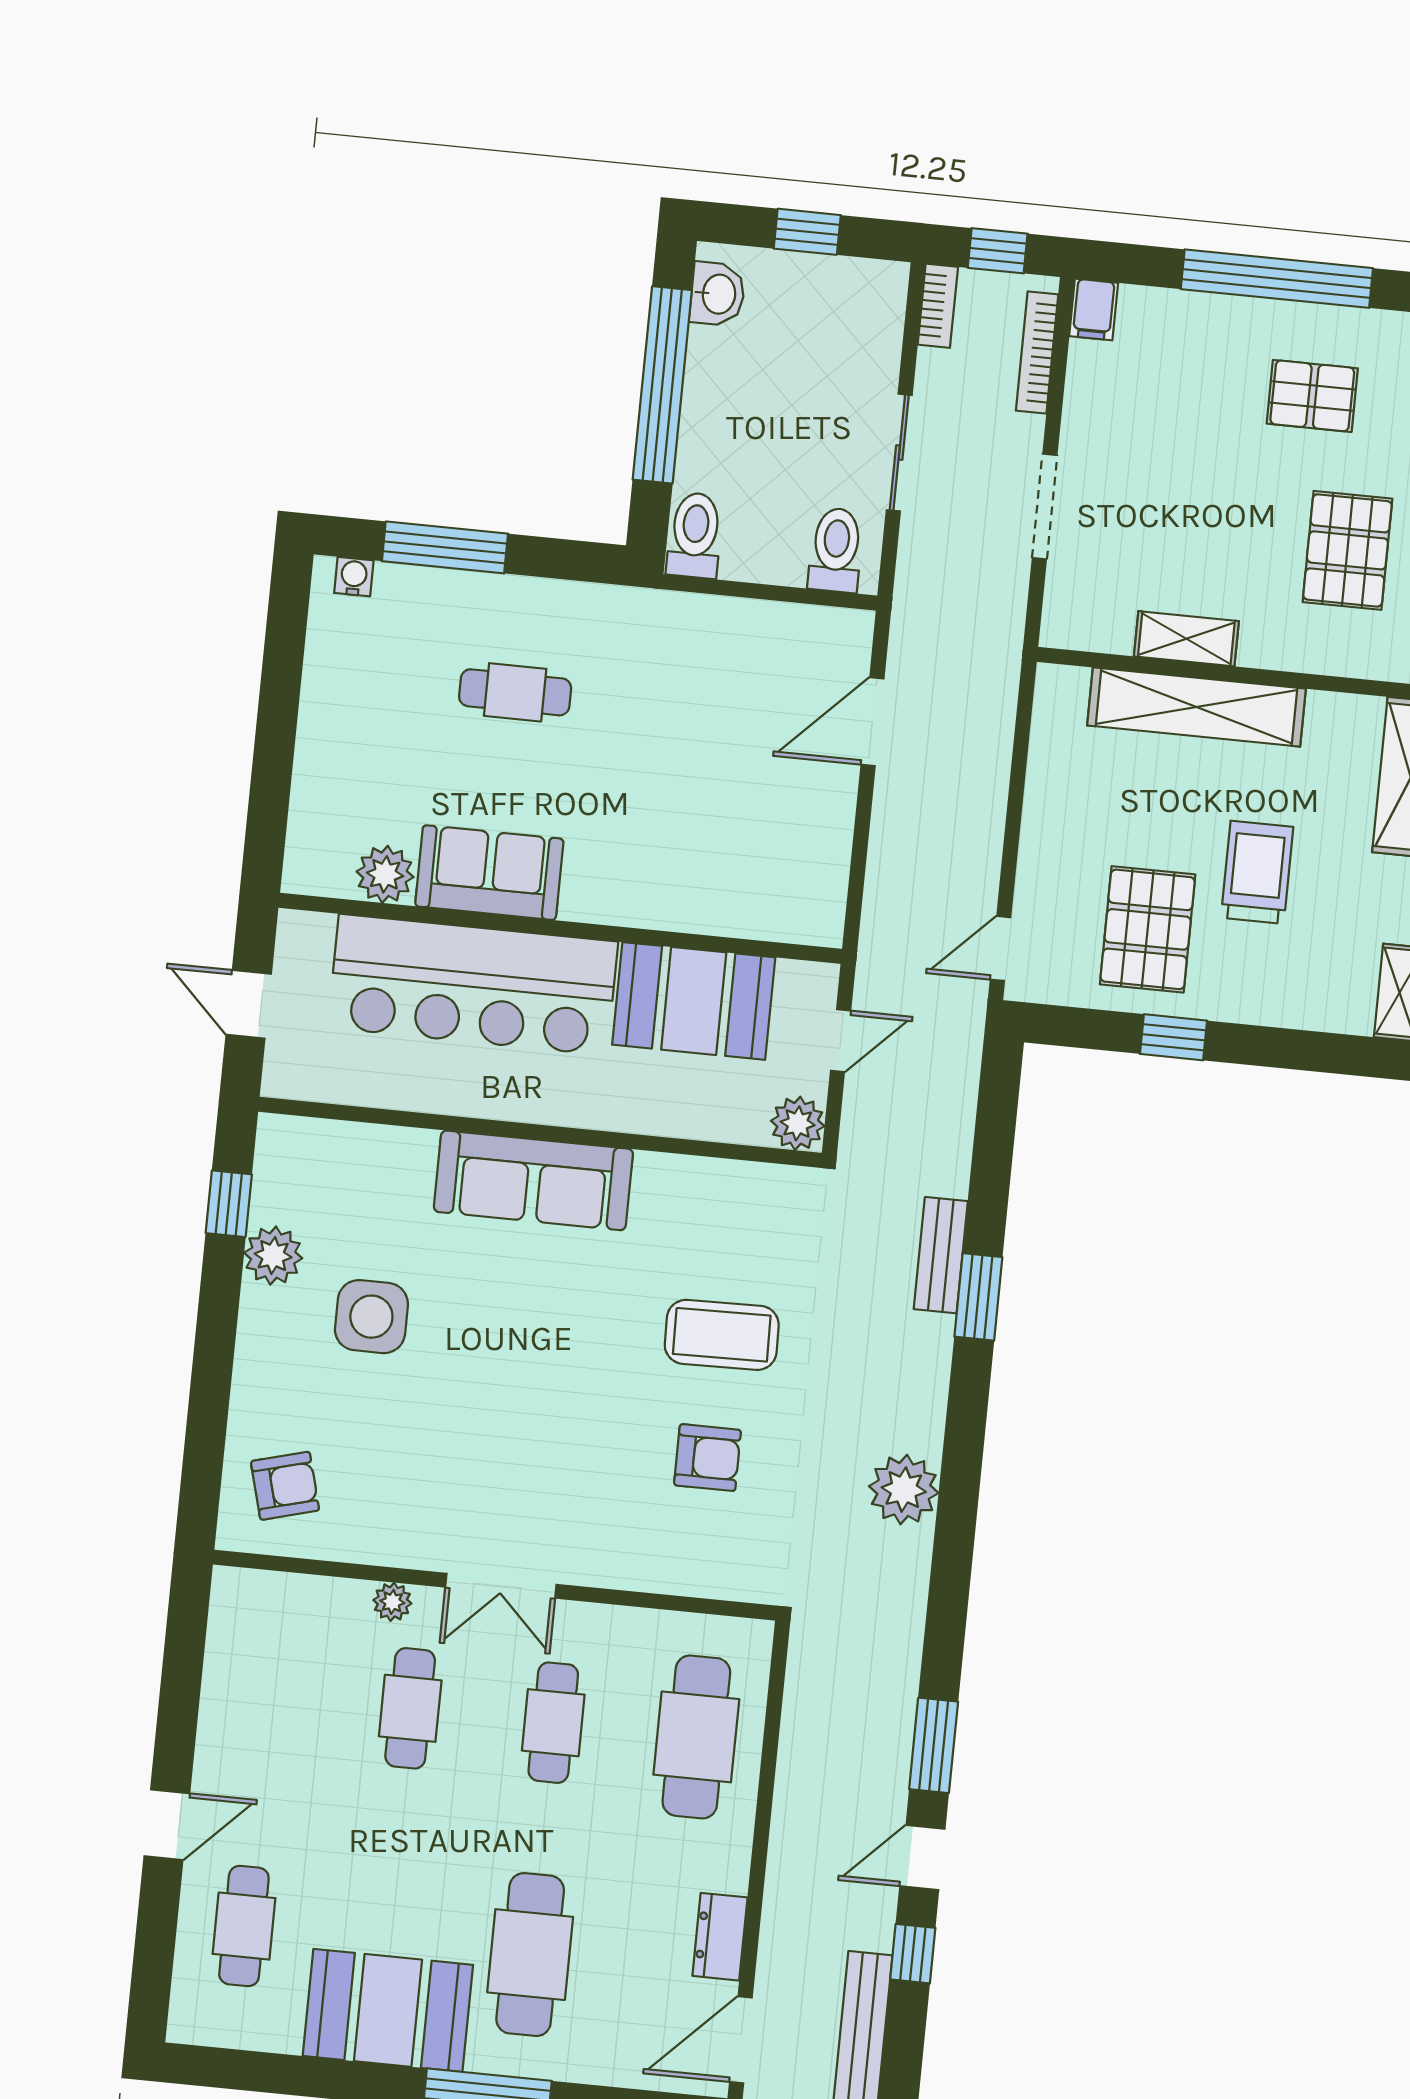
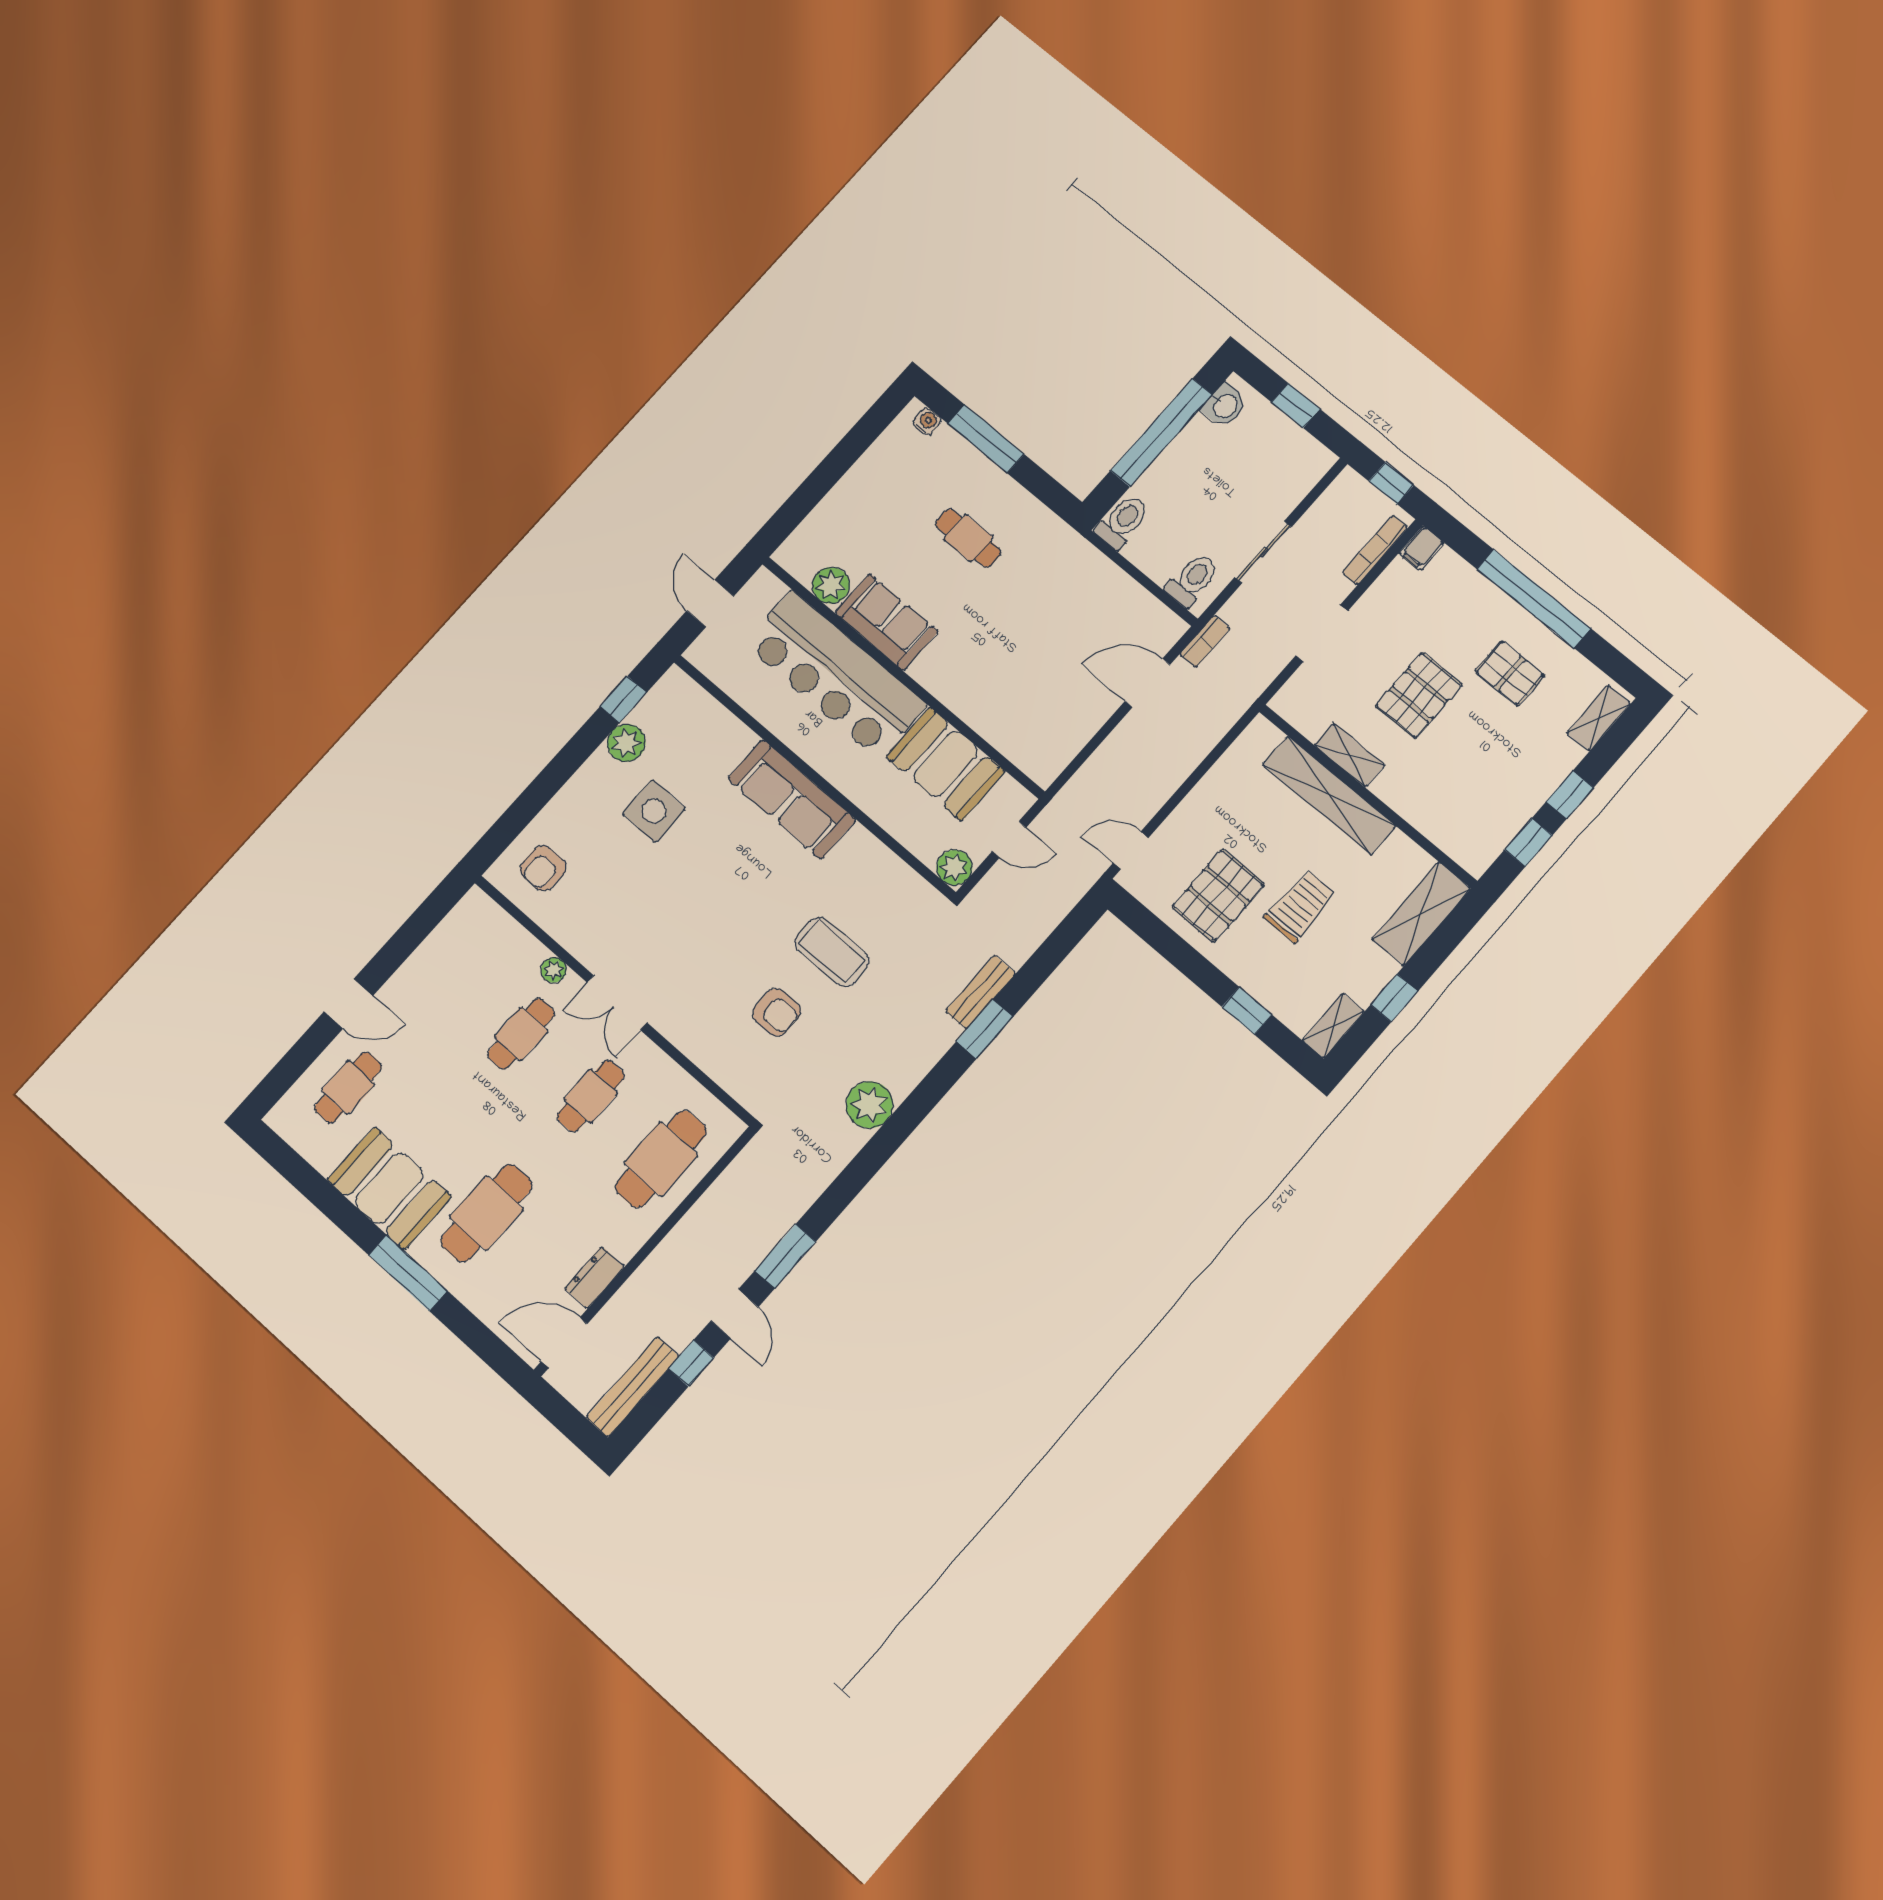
bookcase: (938, 306) -> (1205, 641), moved
pallet: (1347, 550) -> (1419, 695), moved
window: (1173, 1037) -> (1247, 1011), moved
armchair: (285, 1486) -> (543, 868), turned 105
door: (922, 1858) -> (735, 1314), swing flipped

